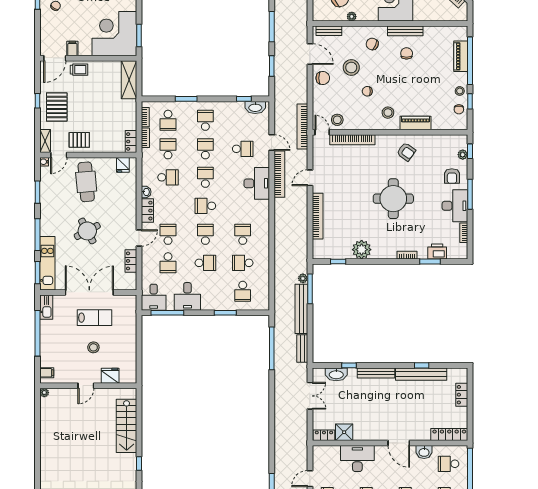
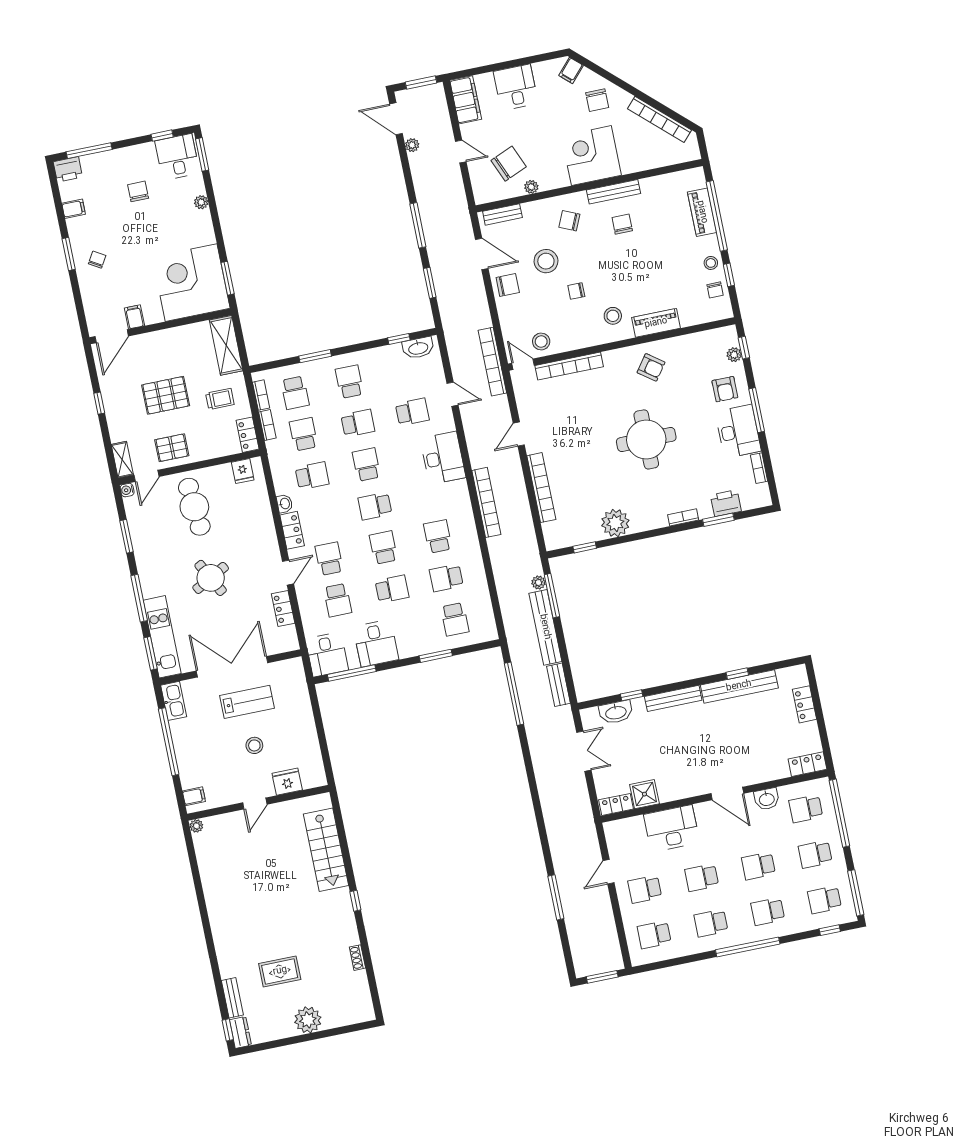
trolley: (79, 70) -> (220, 399), moved
pallet: (57, 107) -> (166, 395), moved, turned 90
school desk: (205, 149) -> (358, 423), turned 90
bookcase: (279, 174) -> (486, 502), moved
locker: (449, 435) -> (807, 764), width x0.66

